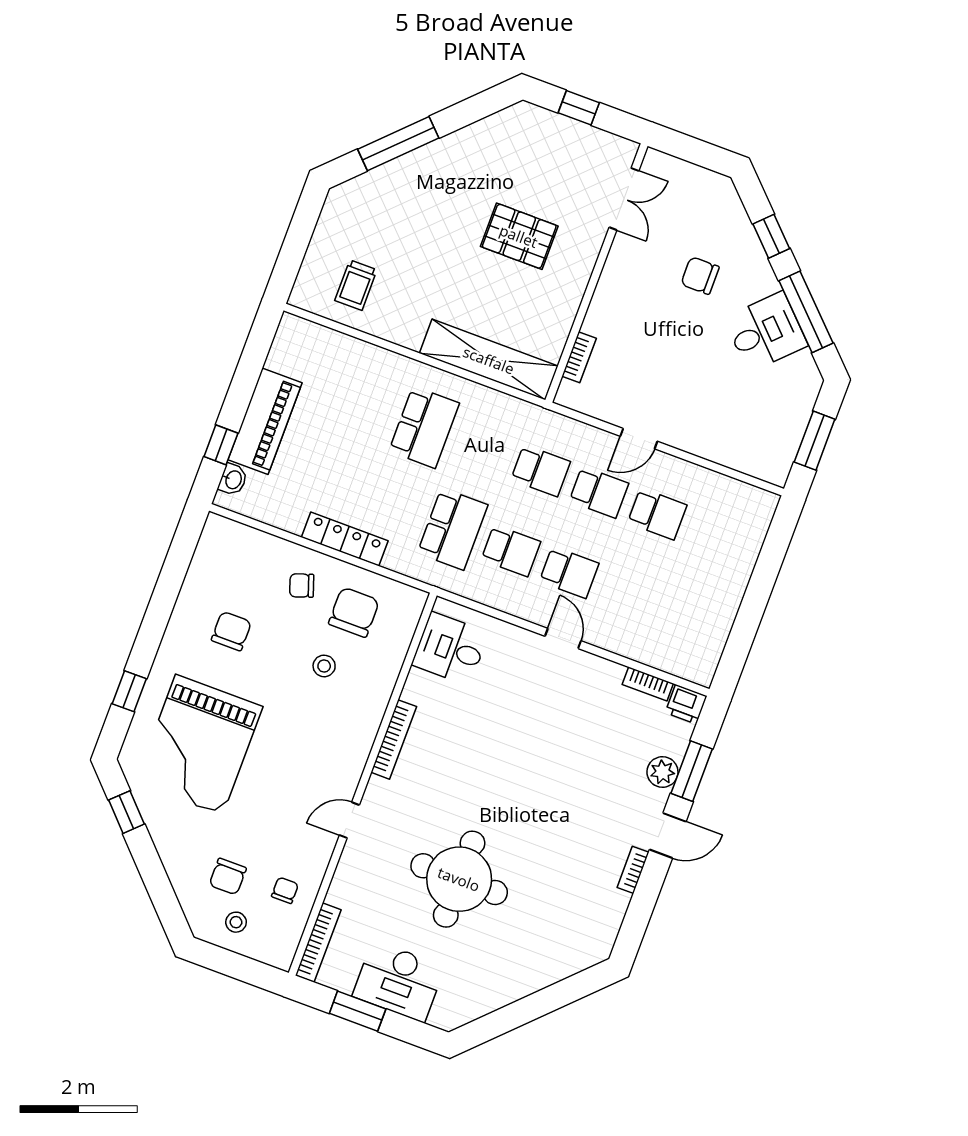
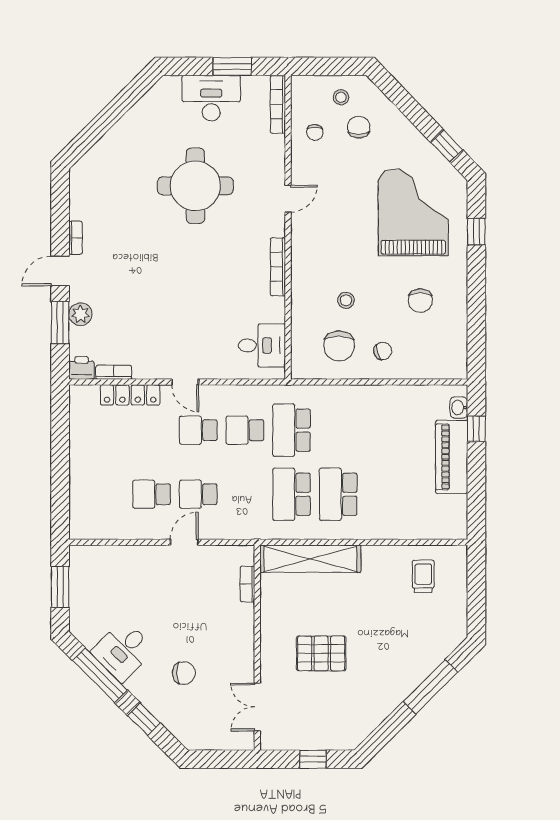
school desk: (541, 471) -> (292, 494), moved, width x1.85
locker: (345, 539) -> (130, 395), moved

